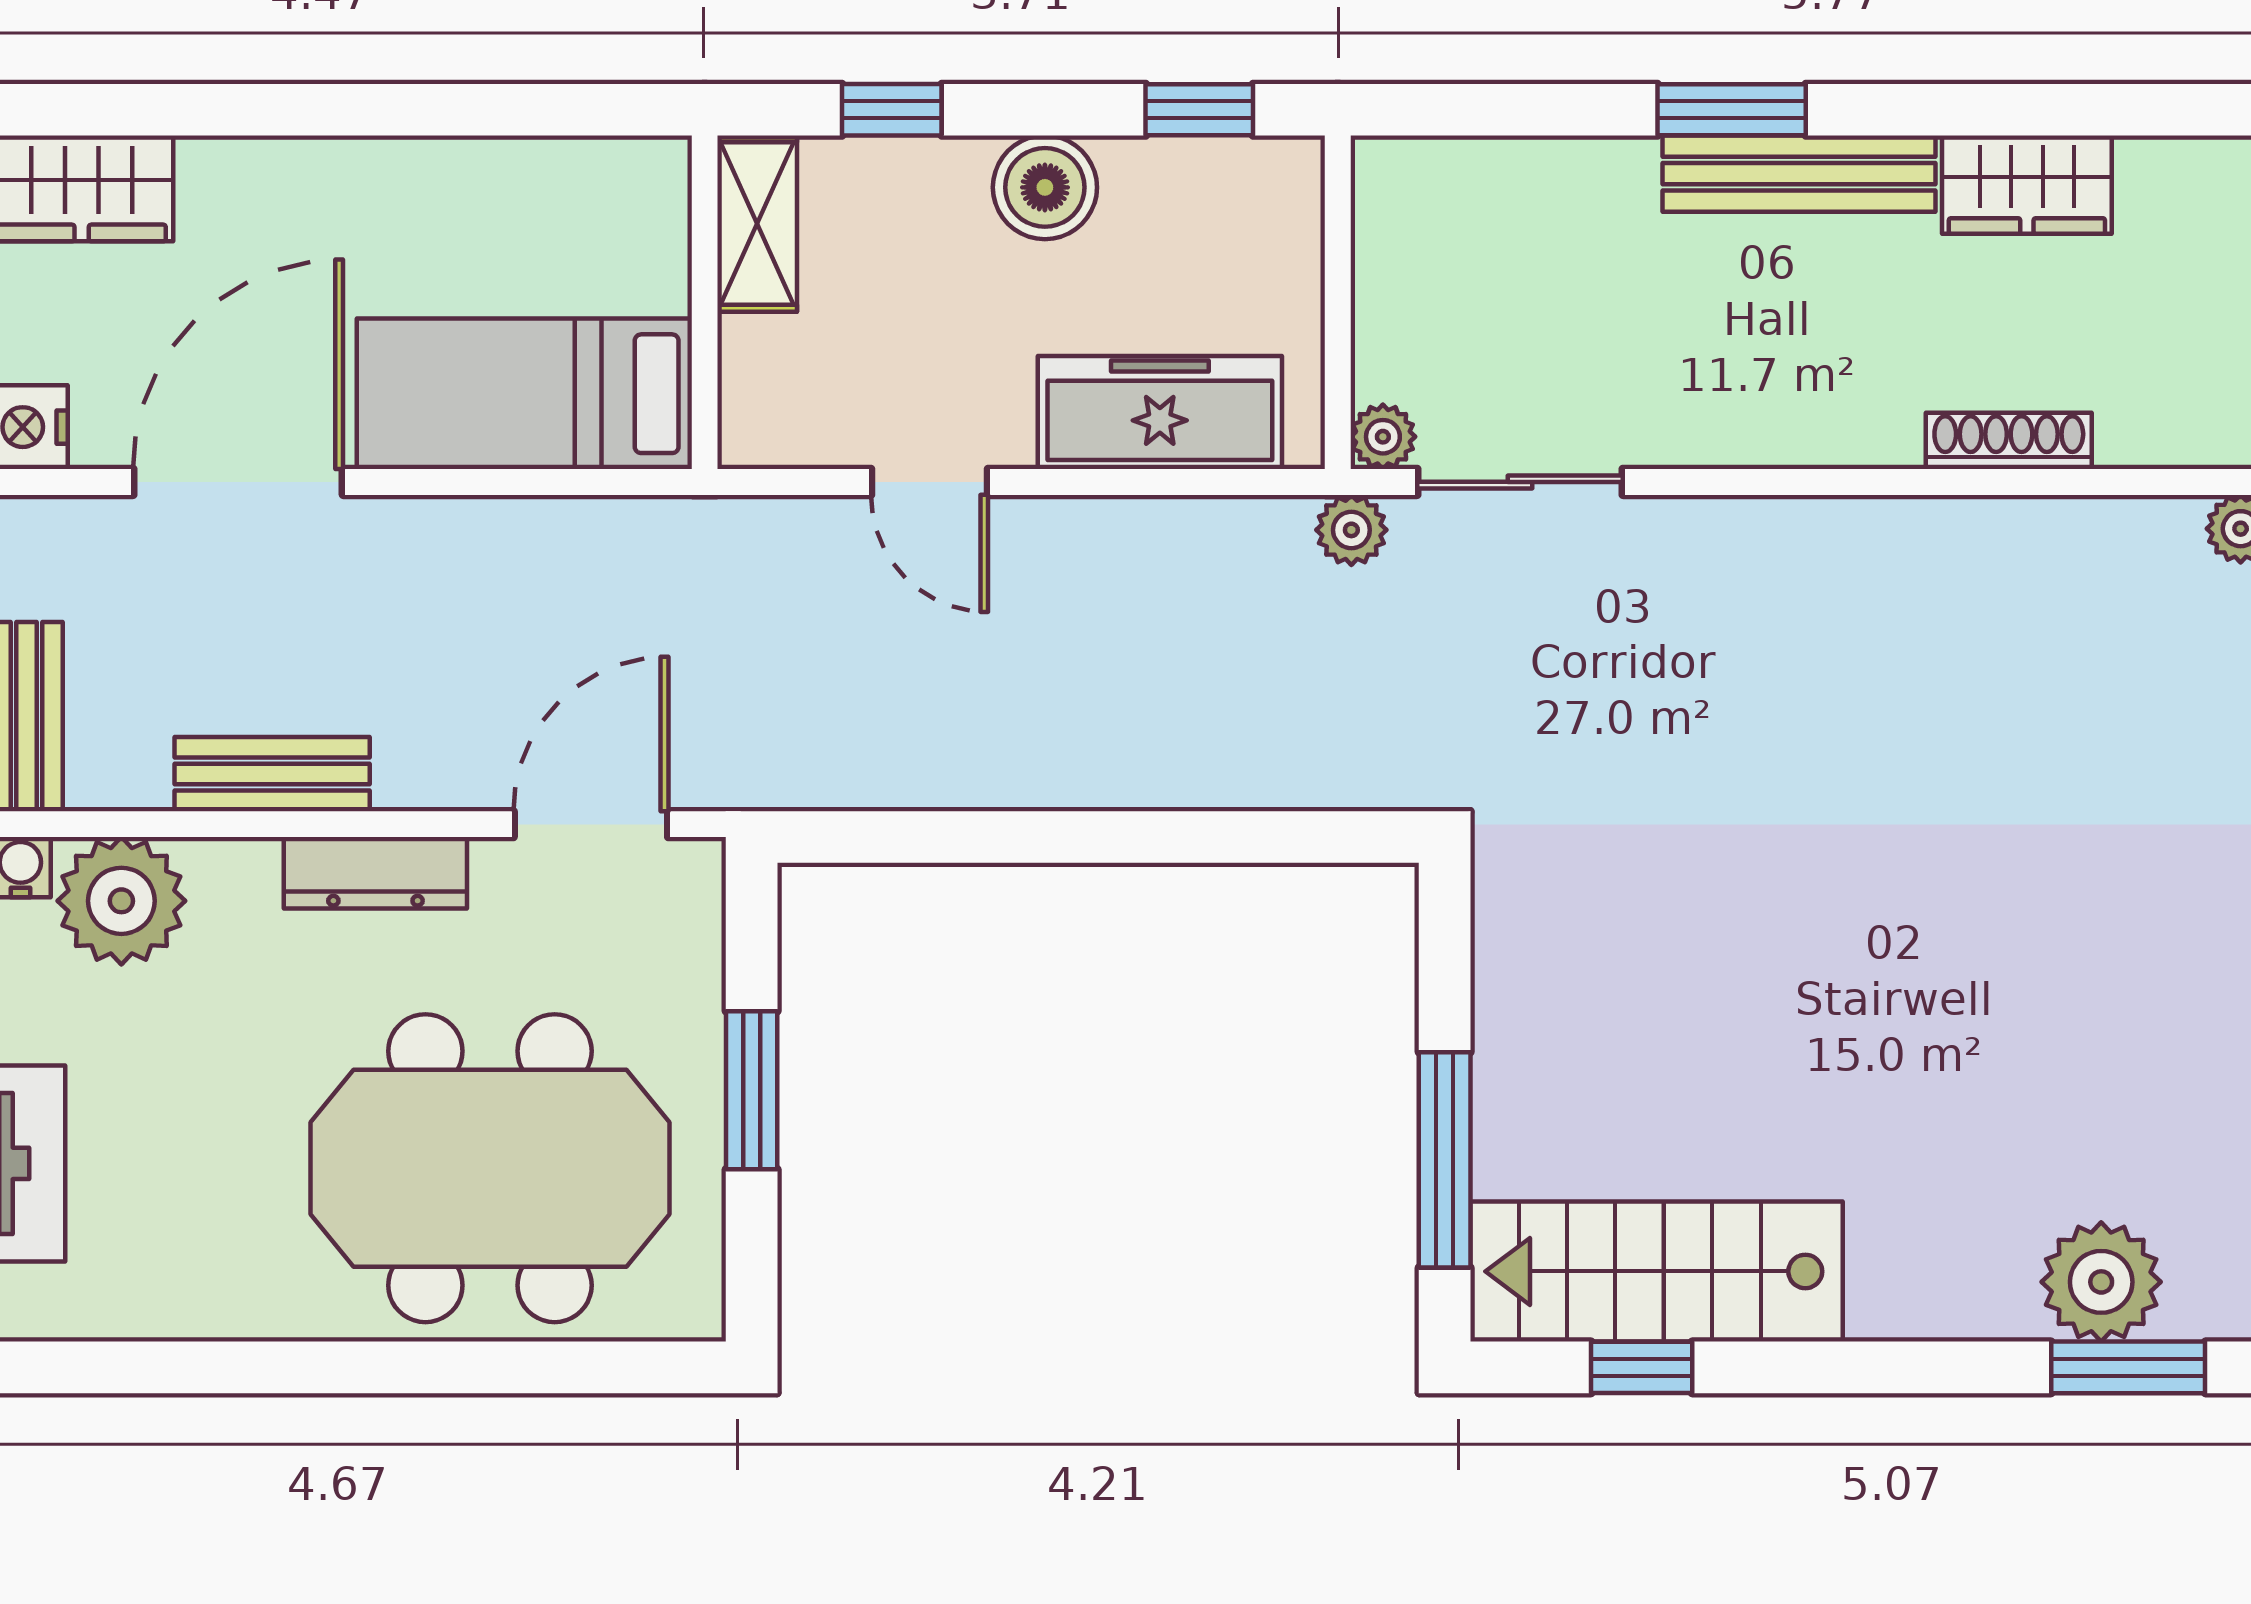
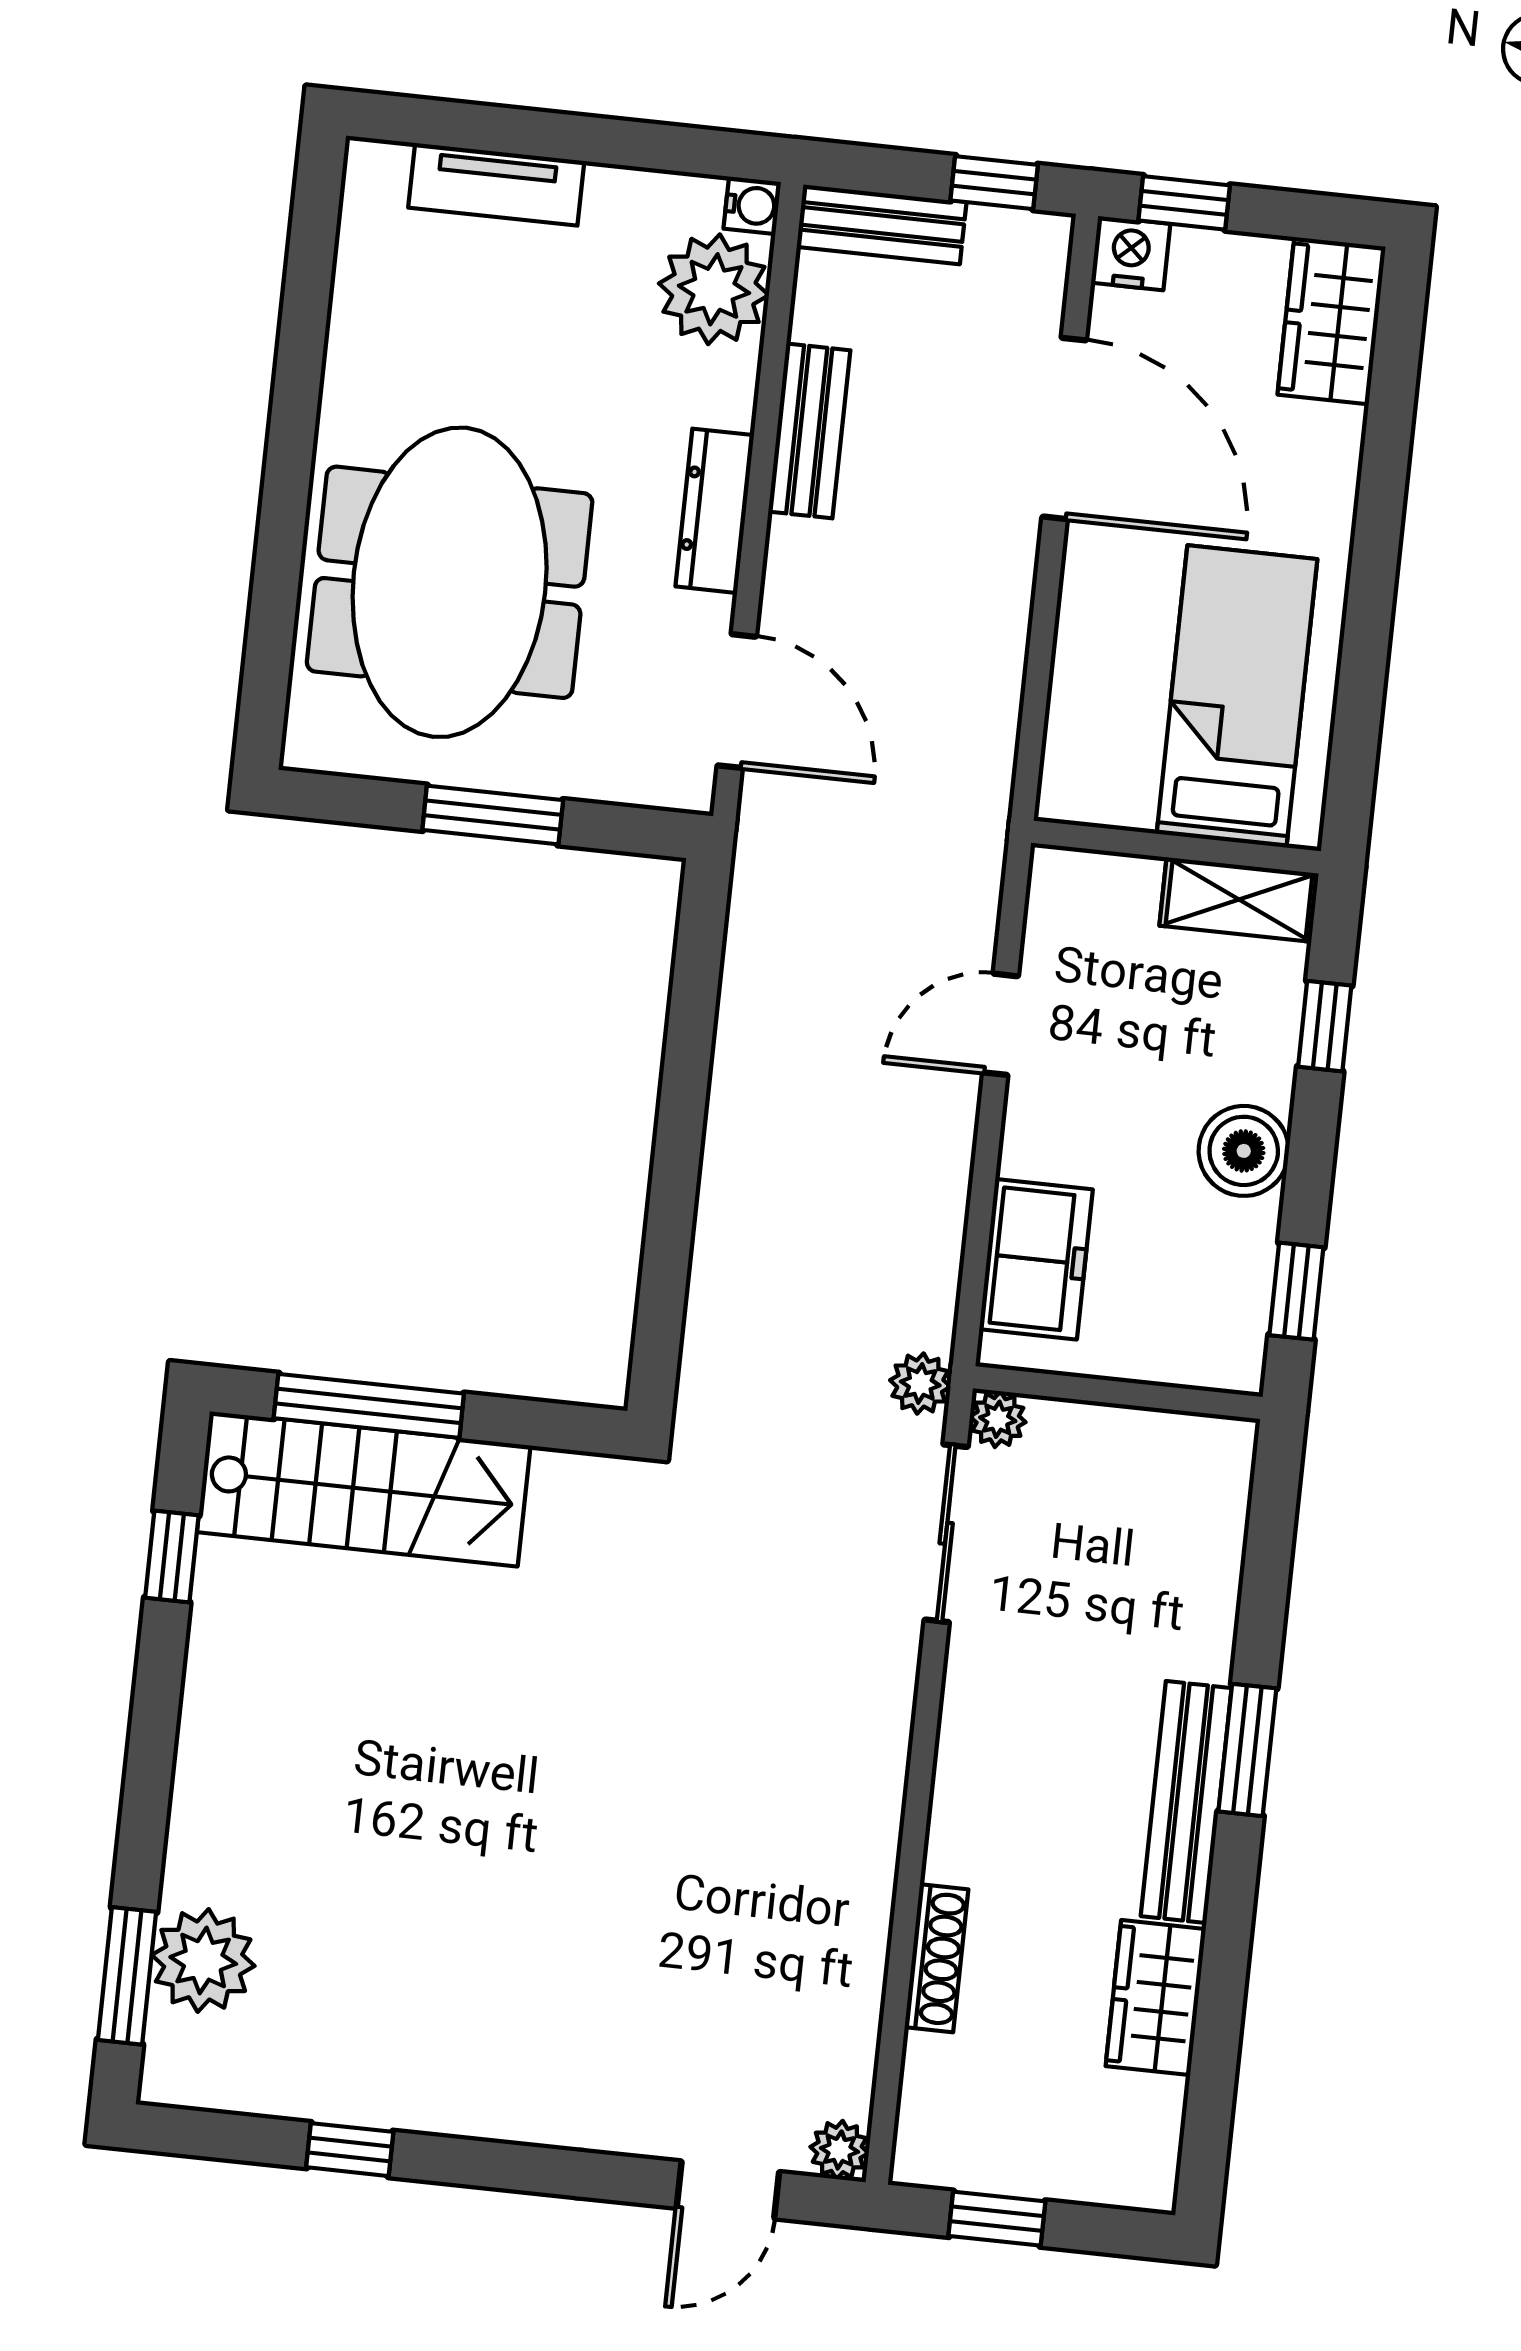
bed: (524, 394) -> (1237, 696), moved
freezer: (1160, 412) -> (1036, 1259), width x0.71
stairs: (1656, 1271) -> (364, 1489), moved, turned 90

